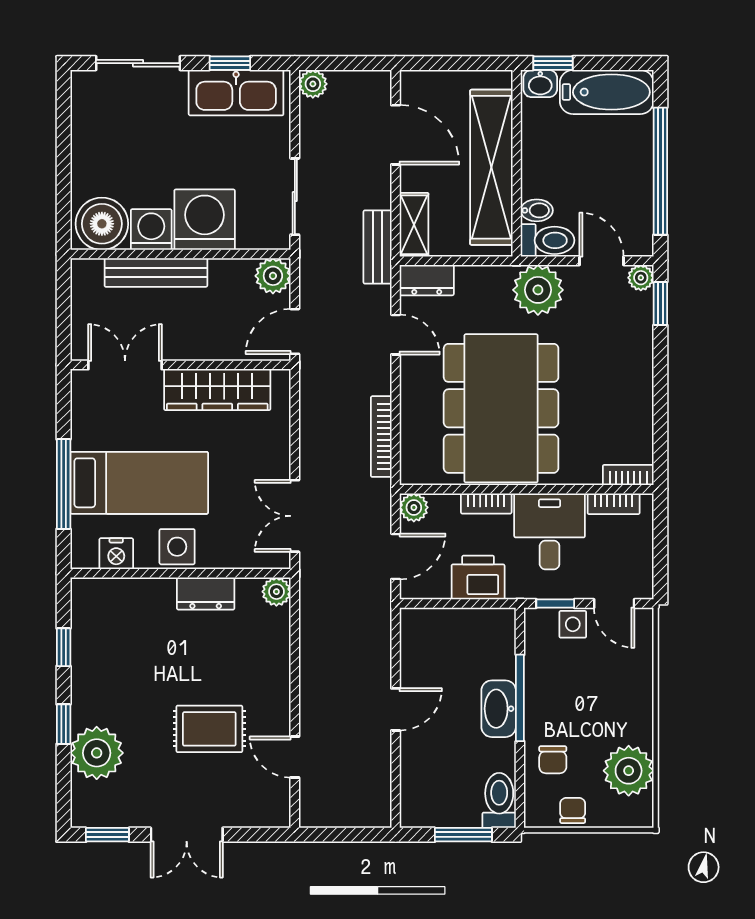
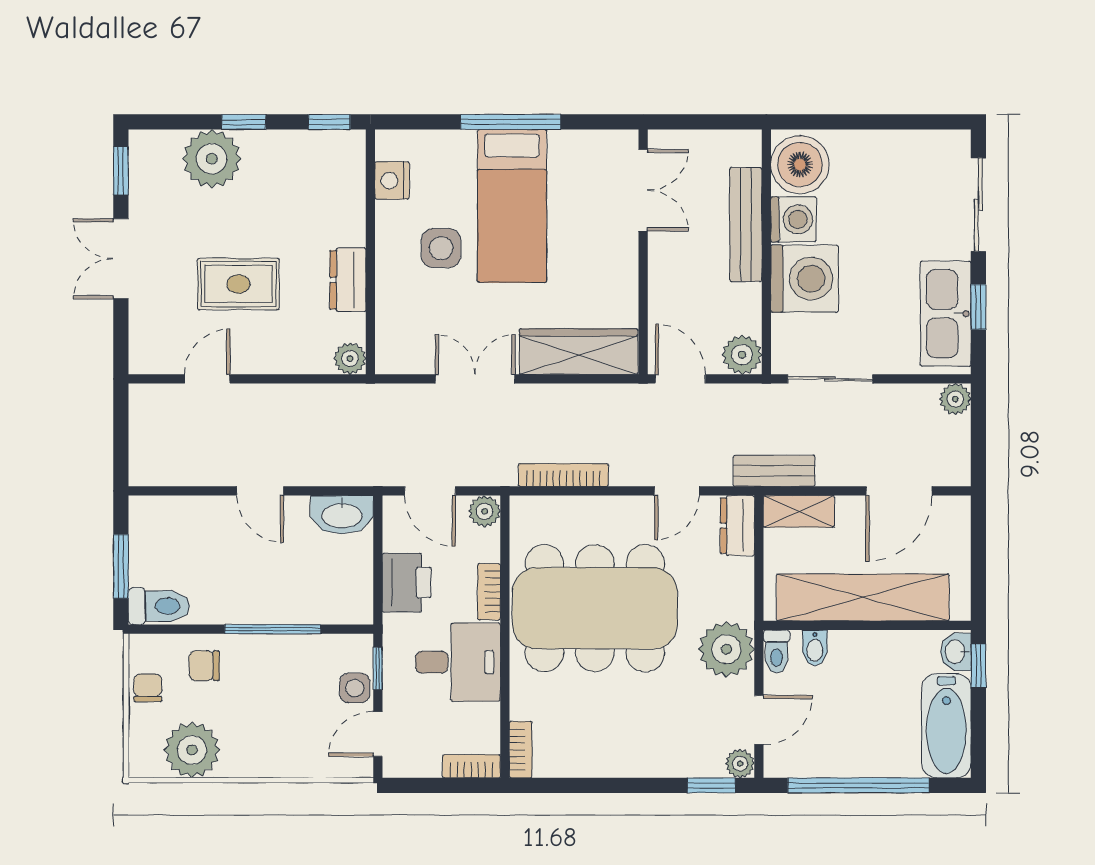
toilet: (548, 240) -> (777, 652), width x0.73, depth x0.72
wardrobe: (217, 390) -> (579, 352), moved, turned 90
bookcase: (614, 504) -> (471, 766), moved, turned 90
nightstand: (116, 554) -> (392, 180), moved
wall: (181, 573) -> (370, 252), moved
plant: (276, 592) -> (350, 359), moved
dresser: (206, 593) -> (348, 280), moved
washbasin: (499, 709) -> (342, 515), moved, turned 180
rug: (209, 729) -> (238, 284), turned 90
chair: (573, 810) -> (148, 688), turned -90

